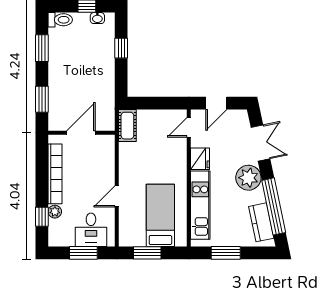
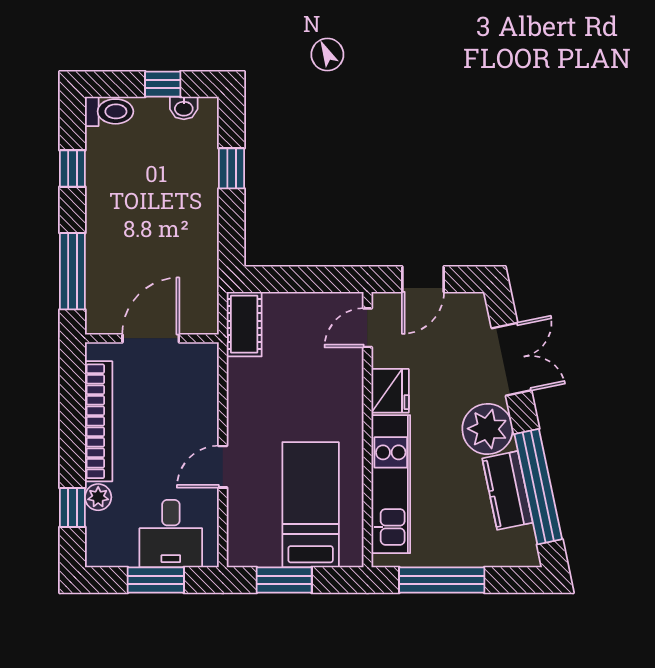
window: (42, 48) -> (72, 169), width x0.67
window: (42, 99) -> (72, 271), width x1.44
kitchen counter: (261, 222) -> (507, 490), moved
window: (226, 253) -> (442, 580), width x1.44

